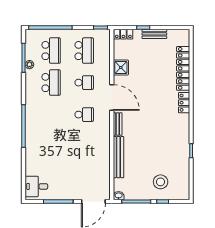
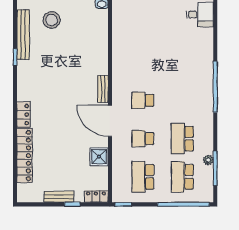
bench: (118, 157) -> (23, 35), moved

